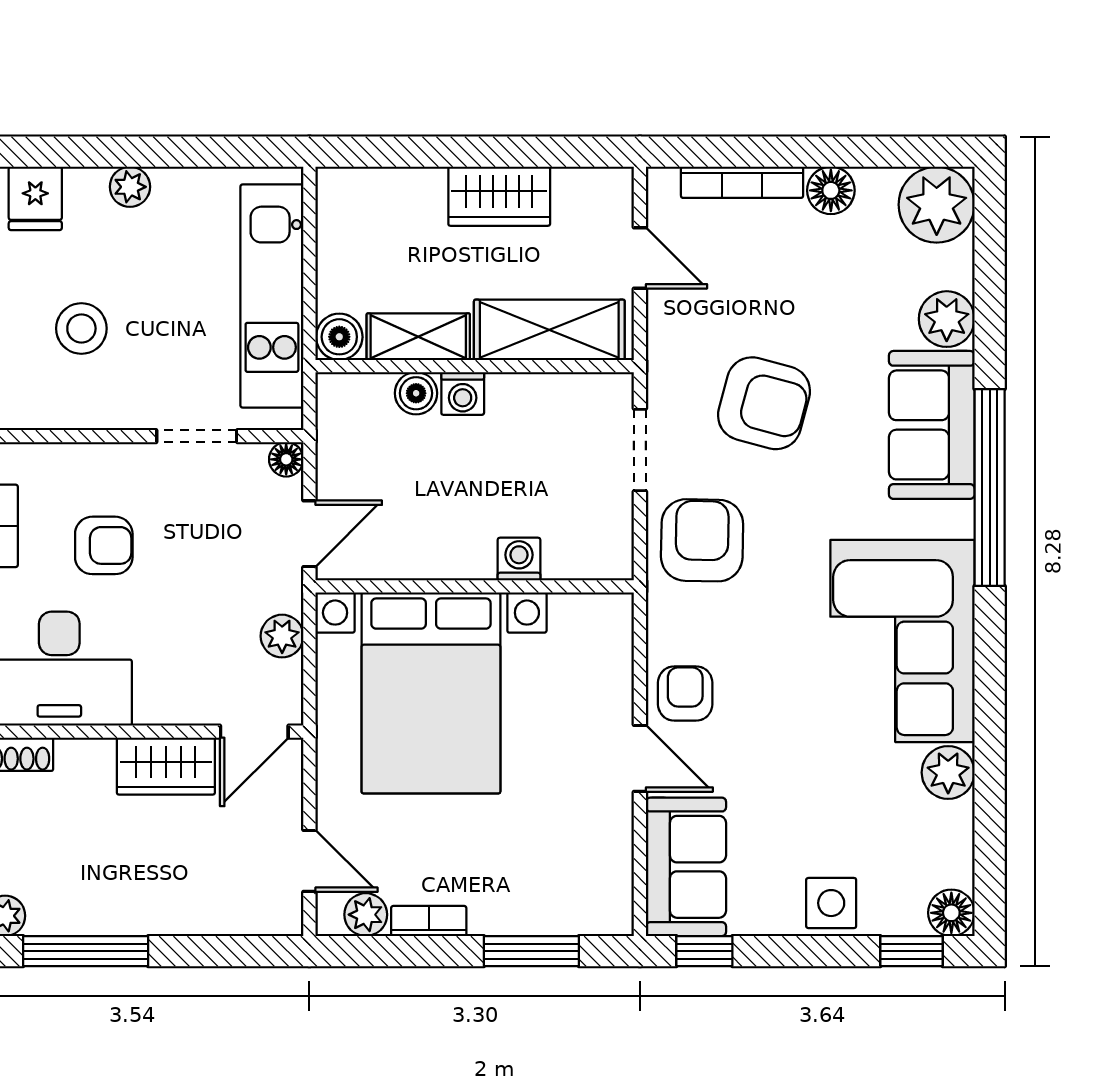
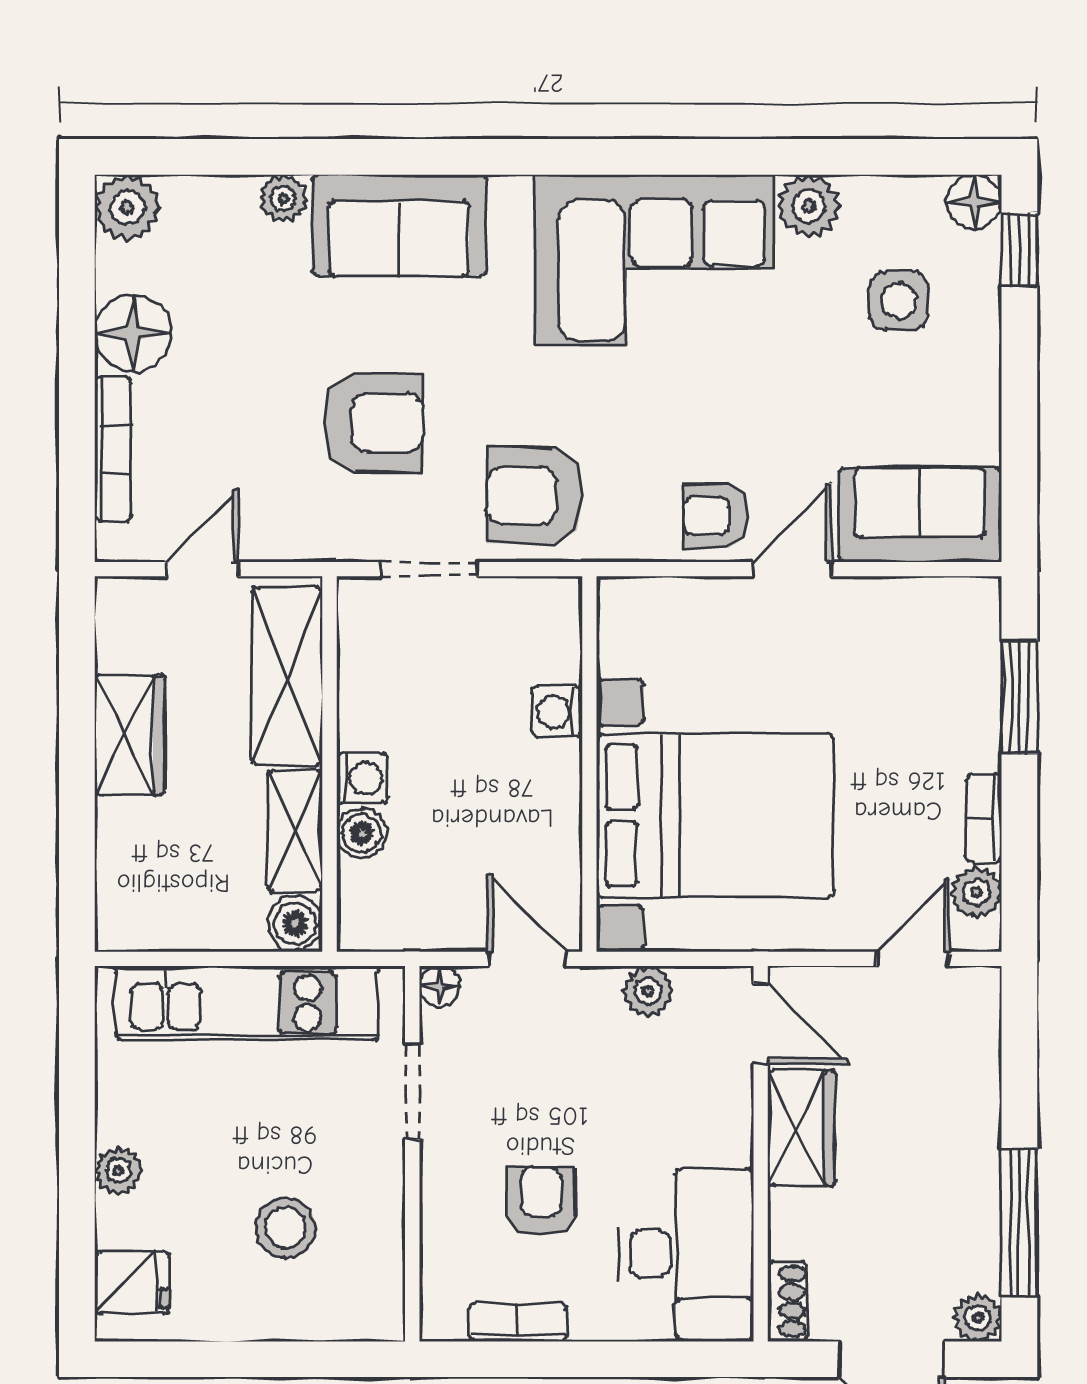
floor lamp: (831, 190) -> (133, 334), width x1.38, depth x1.38
plant: (937, 205) -> (127, 207), width x0.73, depth x0.73
plant: (947, 319) -> (283, 199), width x0.73, depth x0.73
armchair: (764, 403) -> (373, 423), turned 75
window: (990, 488) -> (473, 157), removed
side table: (831, 903) -> (899, 301), moved
window: (704, 951) -> (1019, 493), removed

